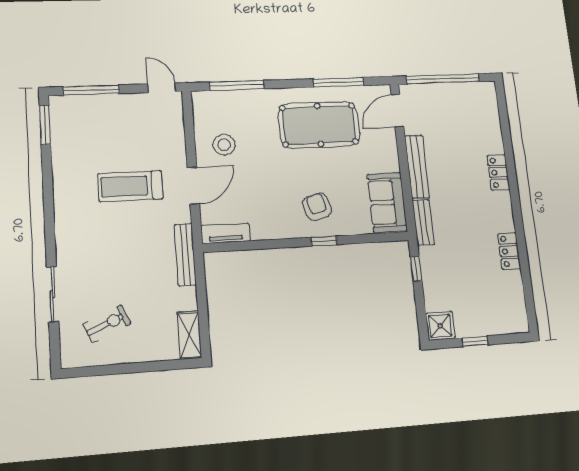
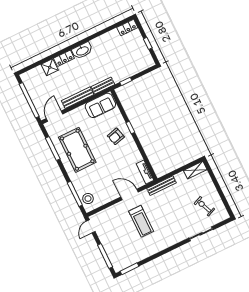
door: (397, 111) -> (55, 116), swing flipped
stool: (224, 145) -> (88, 199), moved
washbasin: (502, 212) -> (82, 51), added
locker: (509, 251) -> (127, 27), moved
shower: (440, 326) -> (50, 67), moved

